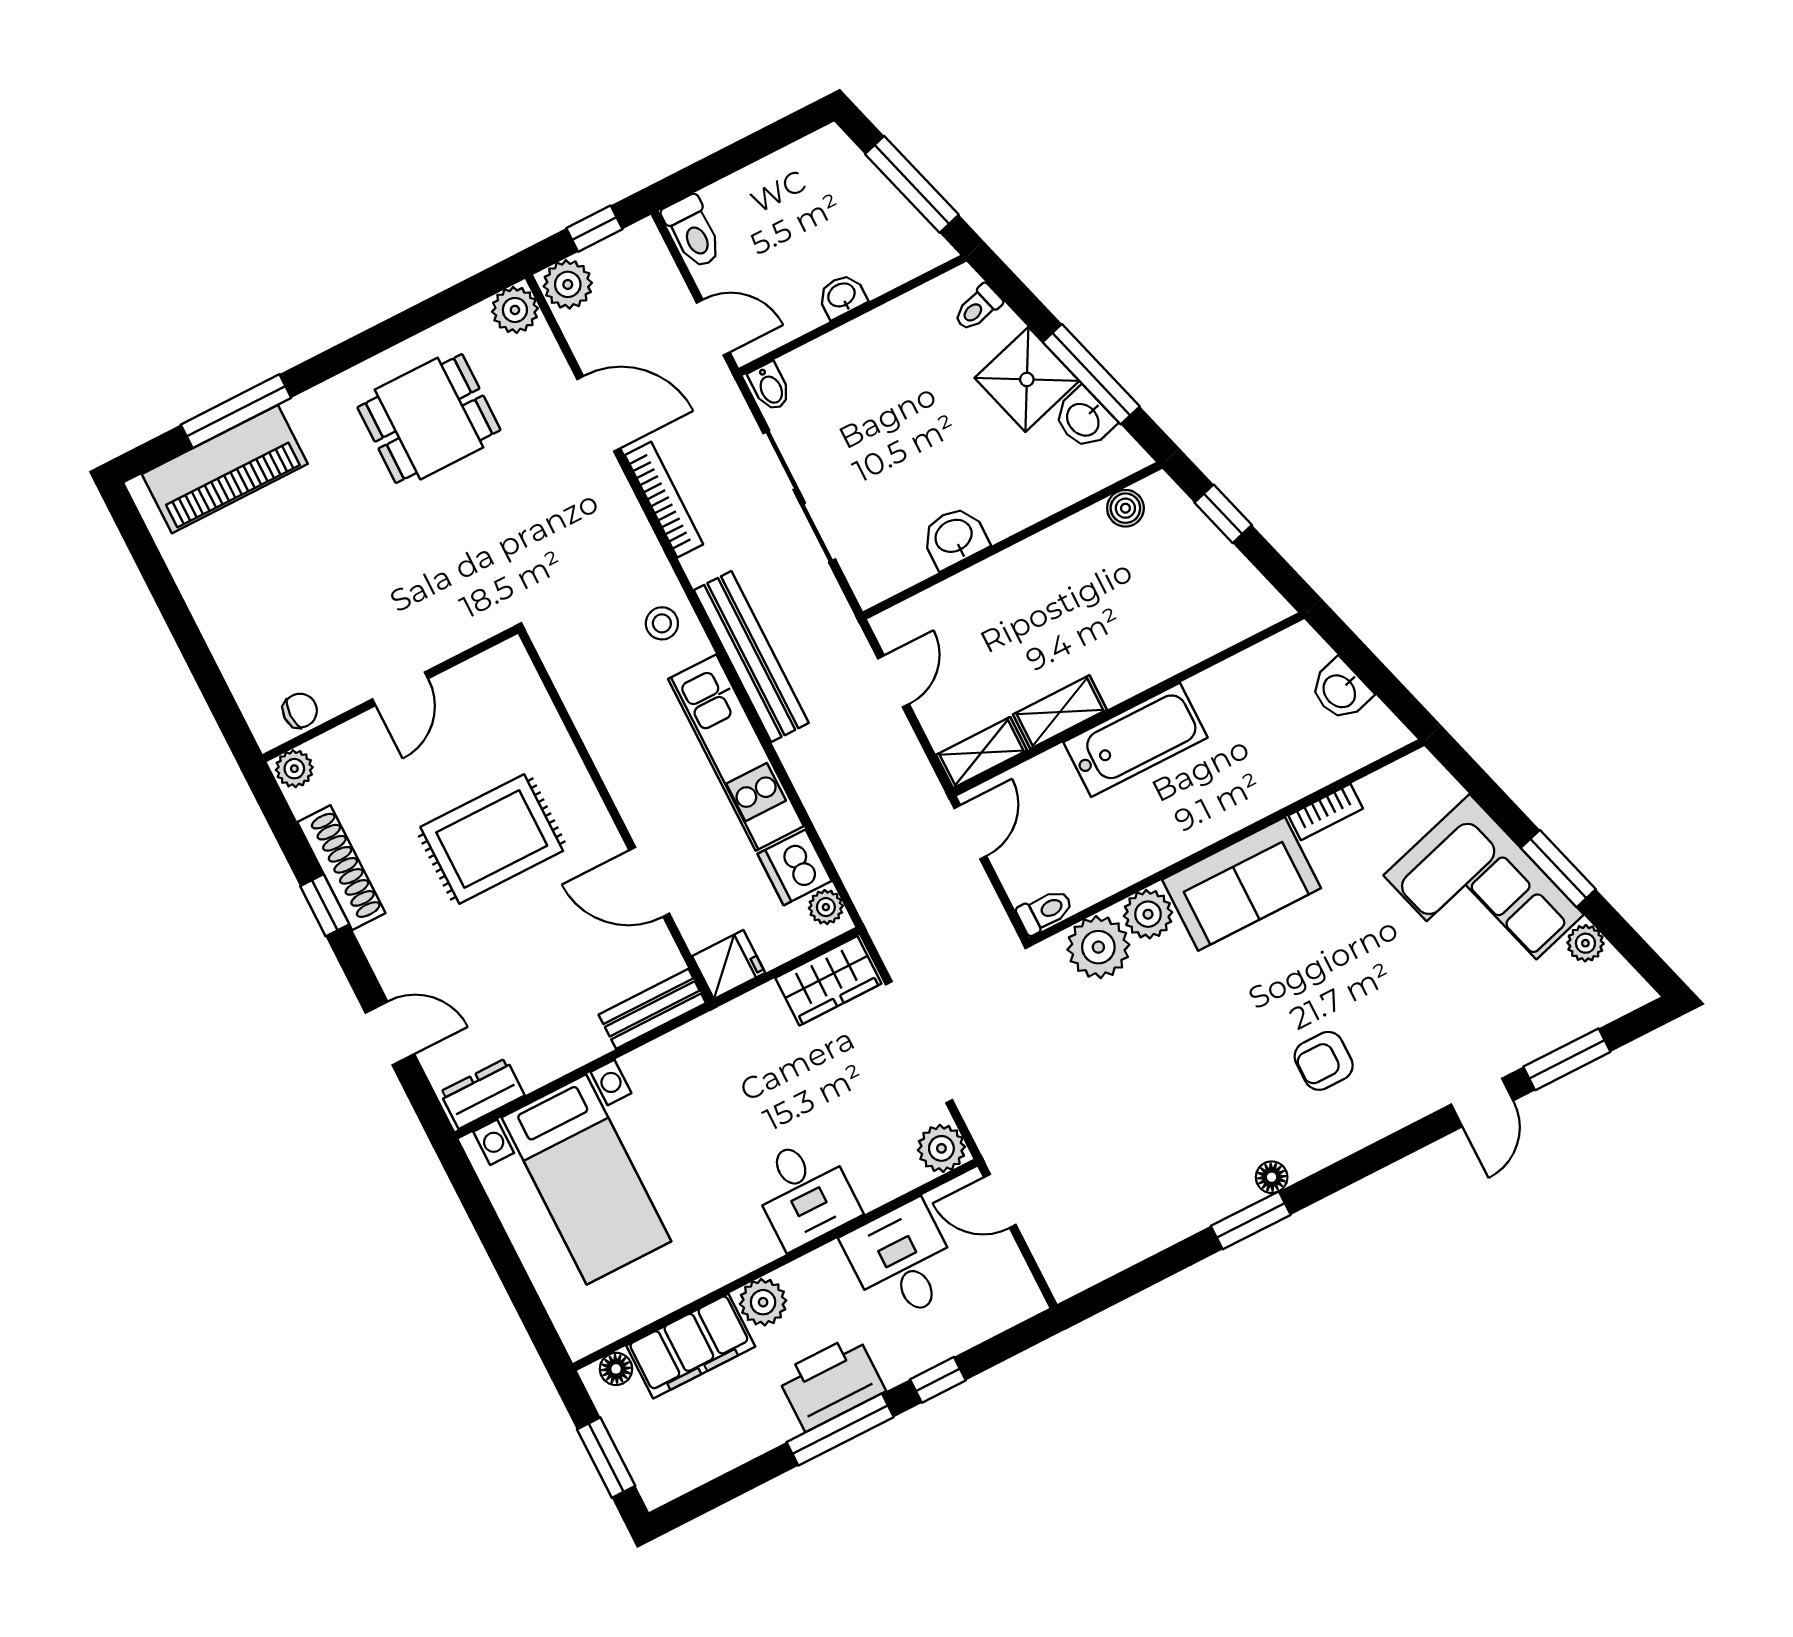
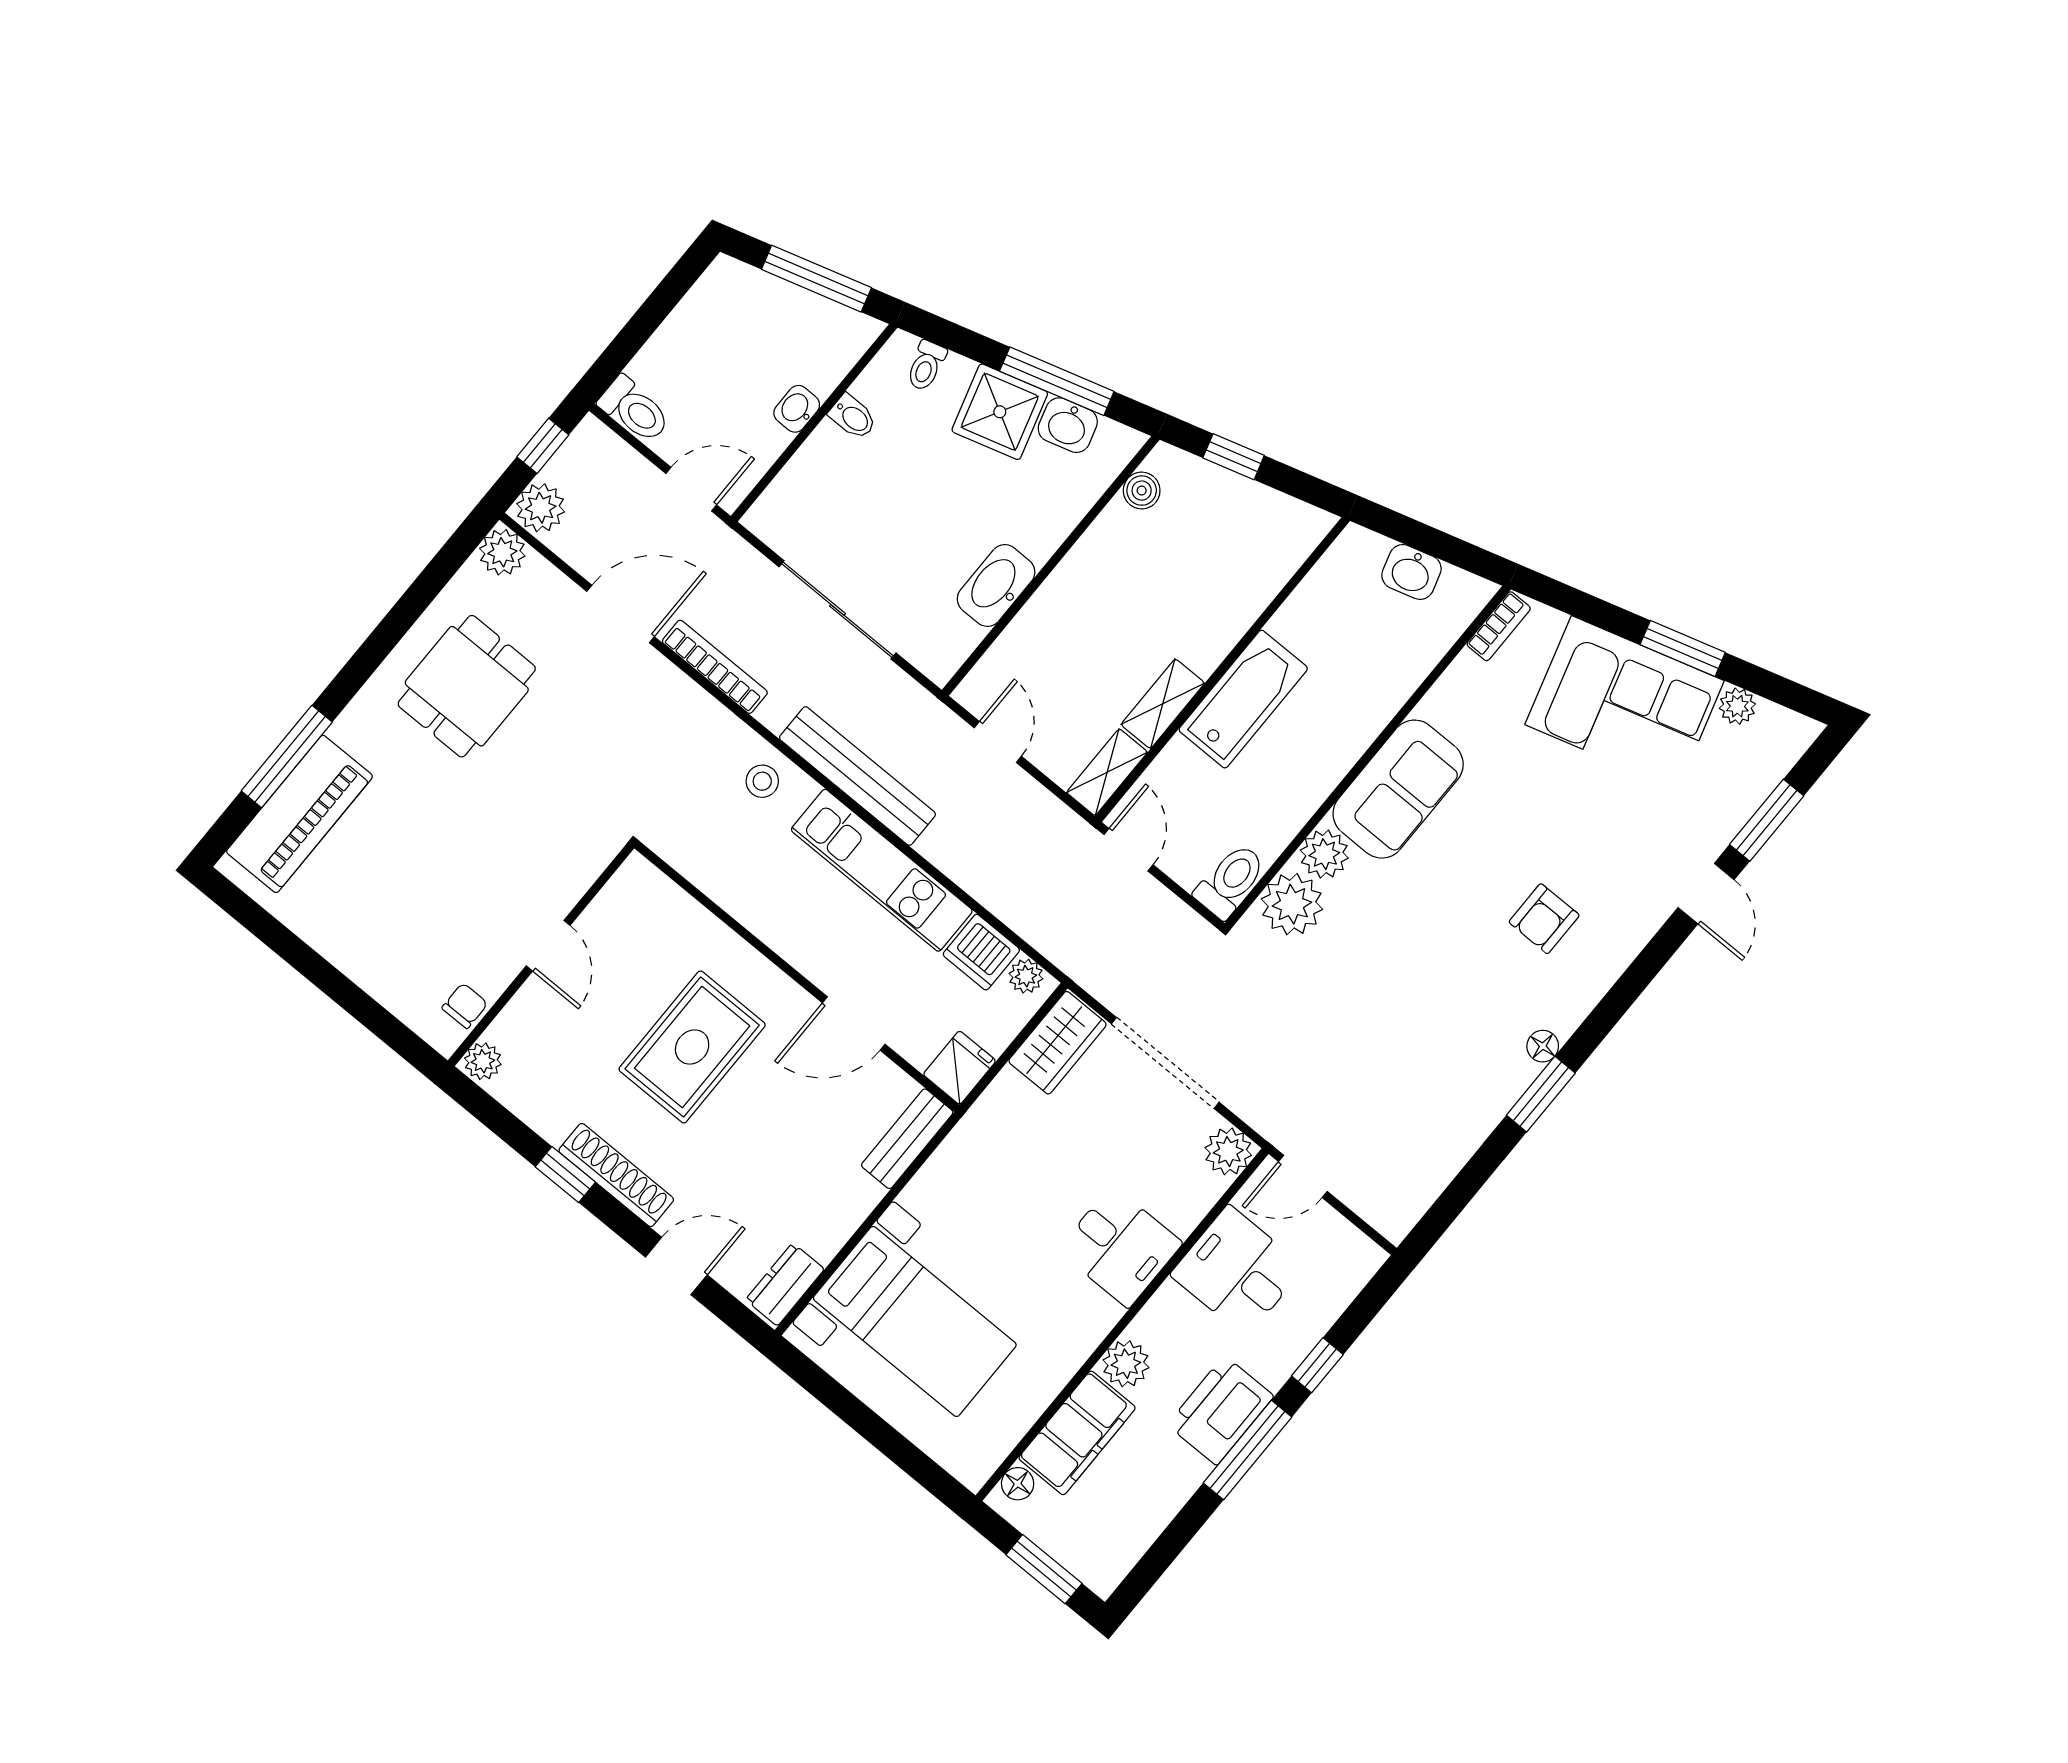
bidet: (770, 387) -> (853, 417), moved
washbasin: (954, 537) -> (996, 585), width x1.38
bookcase: (1326, 812) -> (1499, 626), moved
shoe rack: (341, 868) -> (616, 1175), moved
toilet: (1045, 911) -> (1230, 881), width x1.37, depth x1.39

